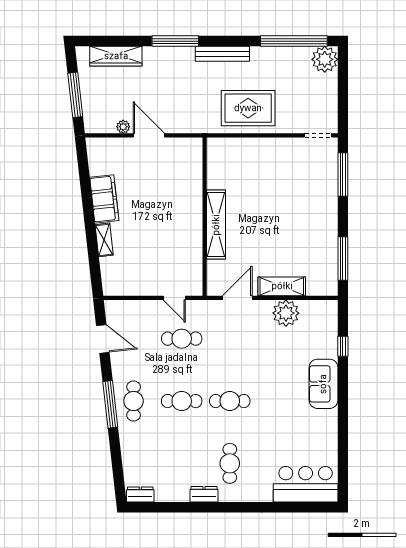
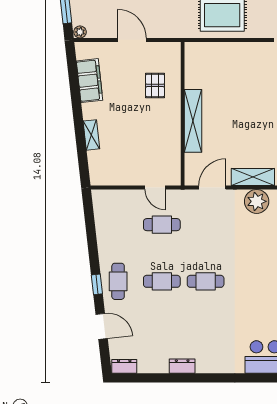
plant: (123, 127) -> (80, 32), moved
pallet: (174, 186) -> (155, 85), added
filing cabinet: (104, 199) -> (90, 81), moved
door: (103, 339) -> (102, 326), moved
window: (110, 404) -> (97, 284), width x0.46
cafe table: (230, 463) -> (206, 338), removed

